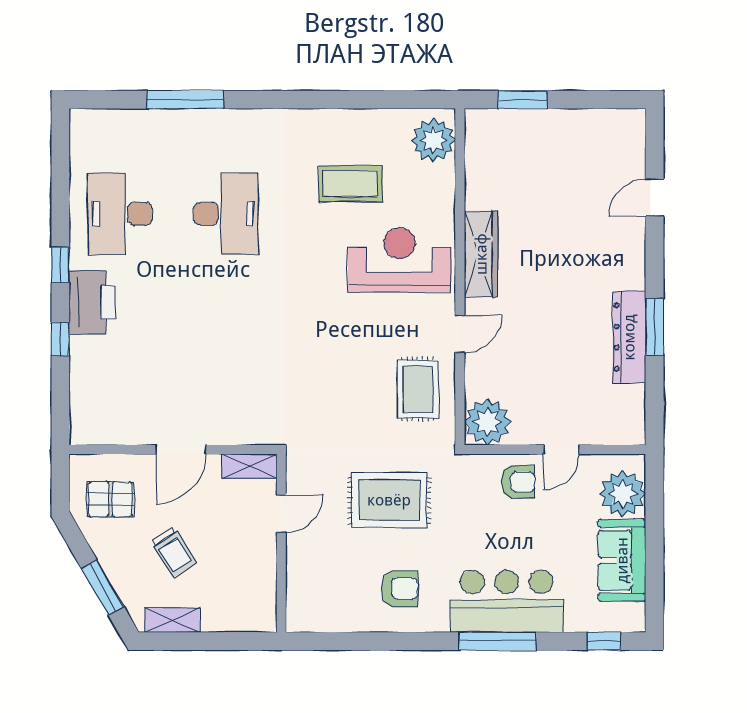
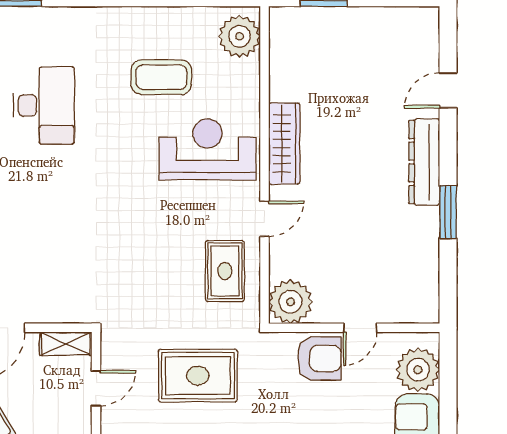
dresser: (629, 337) -> (424, 162), moved
armchair: (518, 482) -> (319, 358), width x1.38, depth x1.38

